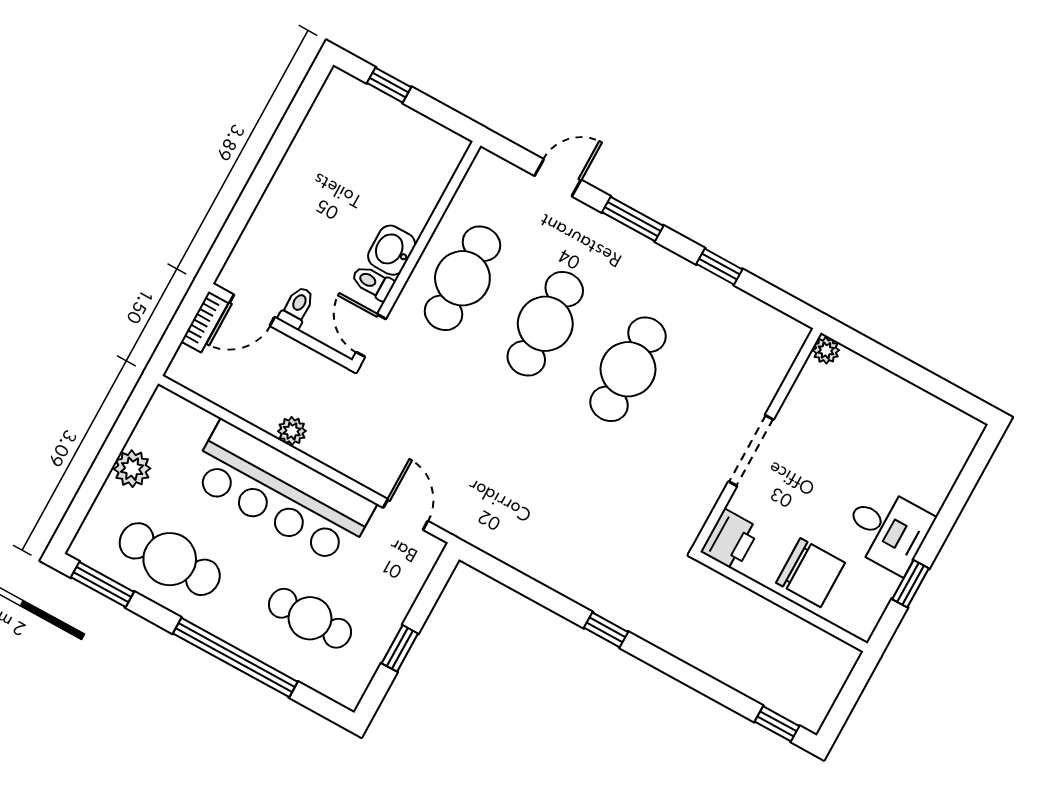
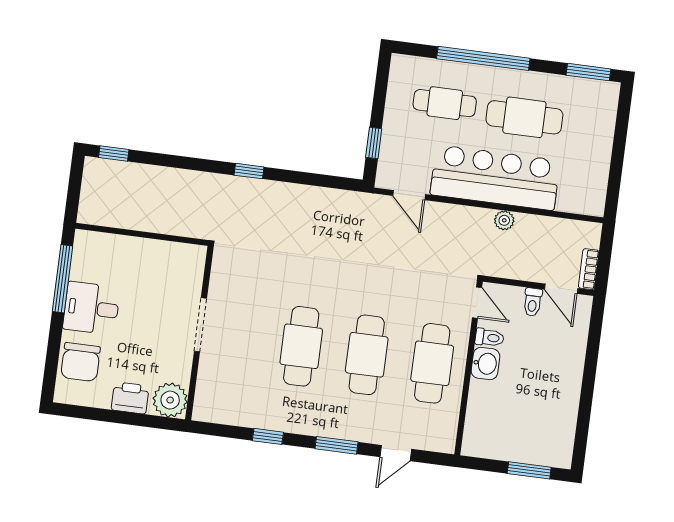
window: (389, 85) -> (529, 470), width x1.50
door: (252, 310) -> (561, 289), swing flipped
plant: (826, 350) -> (170, 400), width x1.88, depth x1.88
plant: (132, 469) -> (599, 155), removed
printer: (730, 540) -> (130, 398), moved, turned 90
cafe table: (170, 559) -> (524, 117), moved
chair: (810, 573) -> (80, 362), moved, turned -90
window: (911, 584) -> (63, 279), width x2.17
window: (400, 648) -> (374, 143), moved

